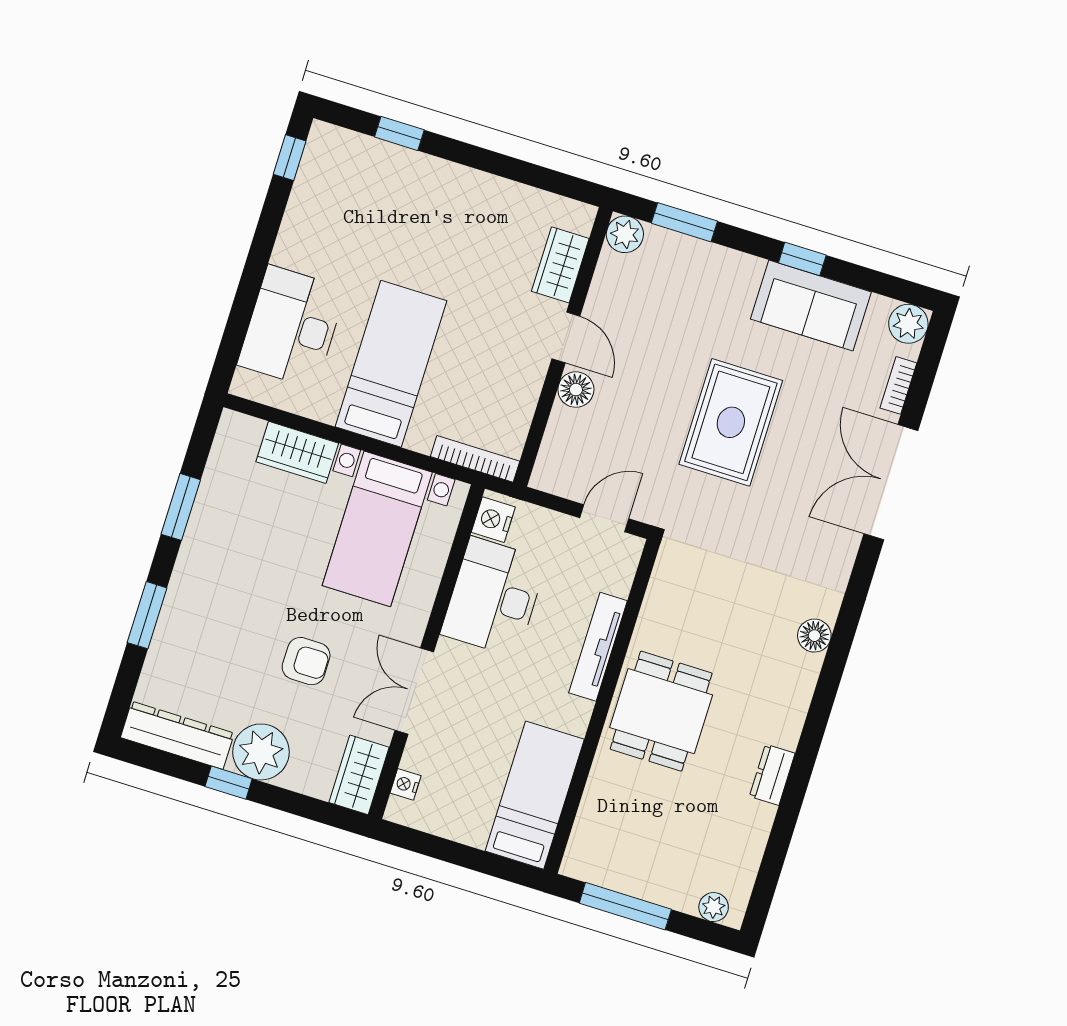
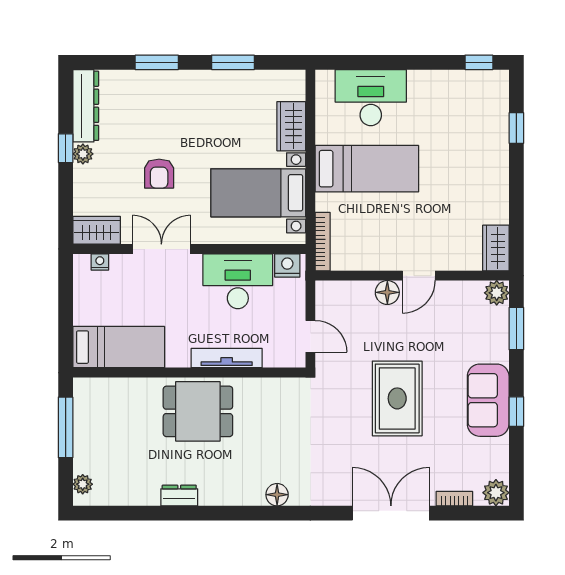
wardrobe: (560, 265) -> (496, 248), moved, turned -90
sofa: (811, 305) -> (488, 400), moved
rug: (731, 422) -> (397, 398), turned 90
plant: (261, 752) -> (83, 154), width x0.53, depth x0.53

